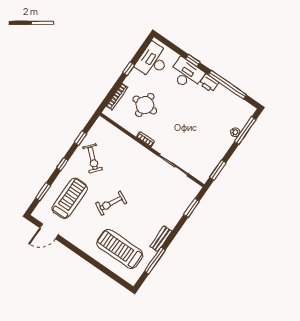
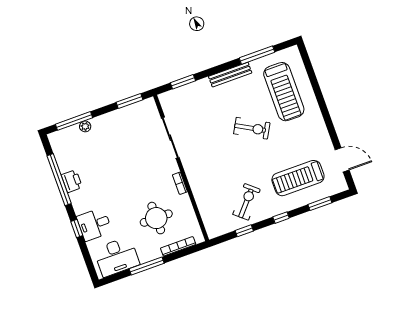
window: (129, 69) -> (147, 266), width x2.17
desk: (186, 74) -> (94, 224), width x0.73
printer: (209, 83) -> (72, 181), moved
exercise bike: (111, 203) -> (252, 128), moved
bench: (161, 239) -> (230, 75), width x1.36

